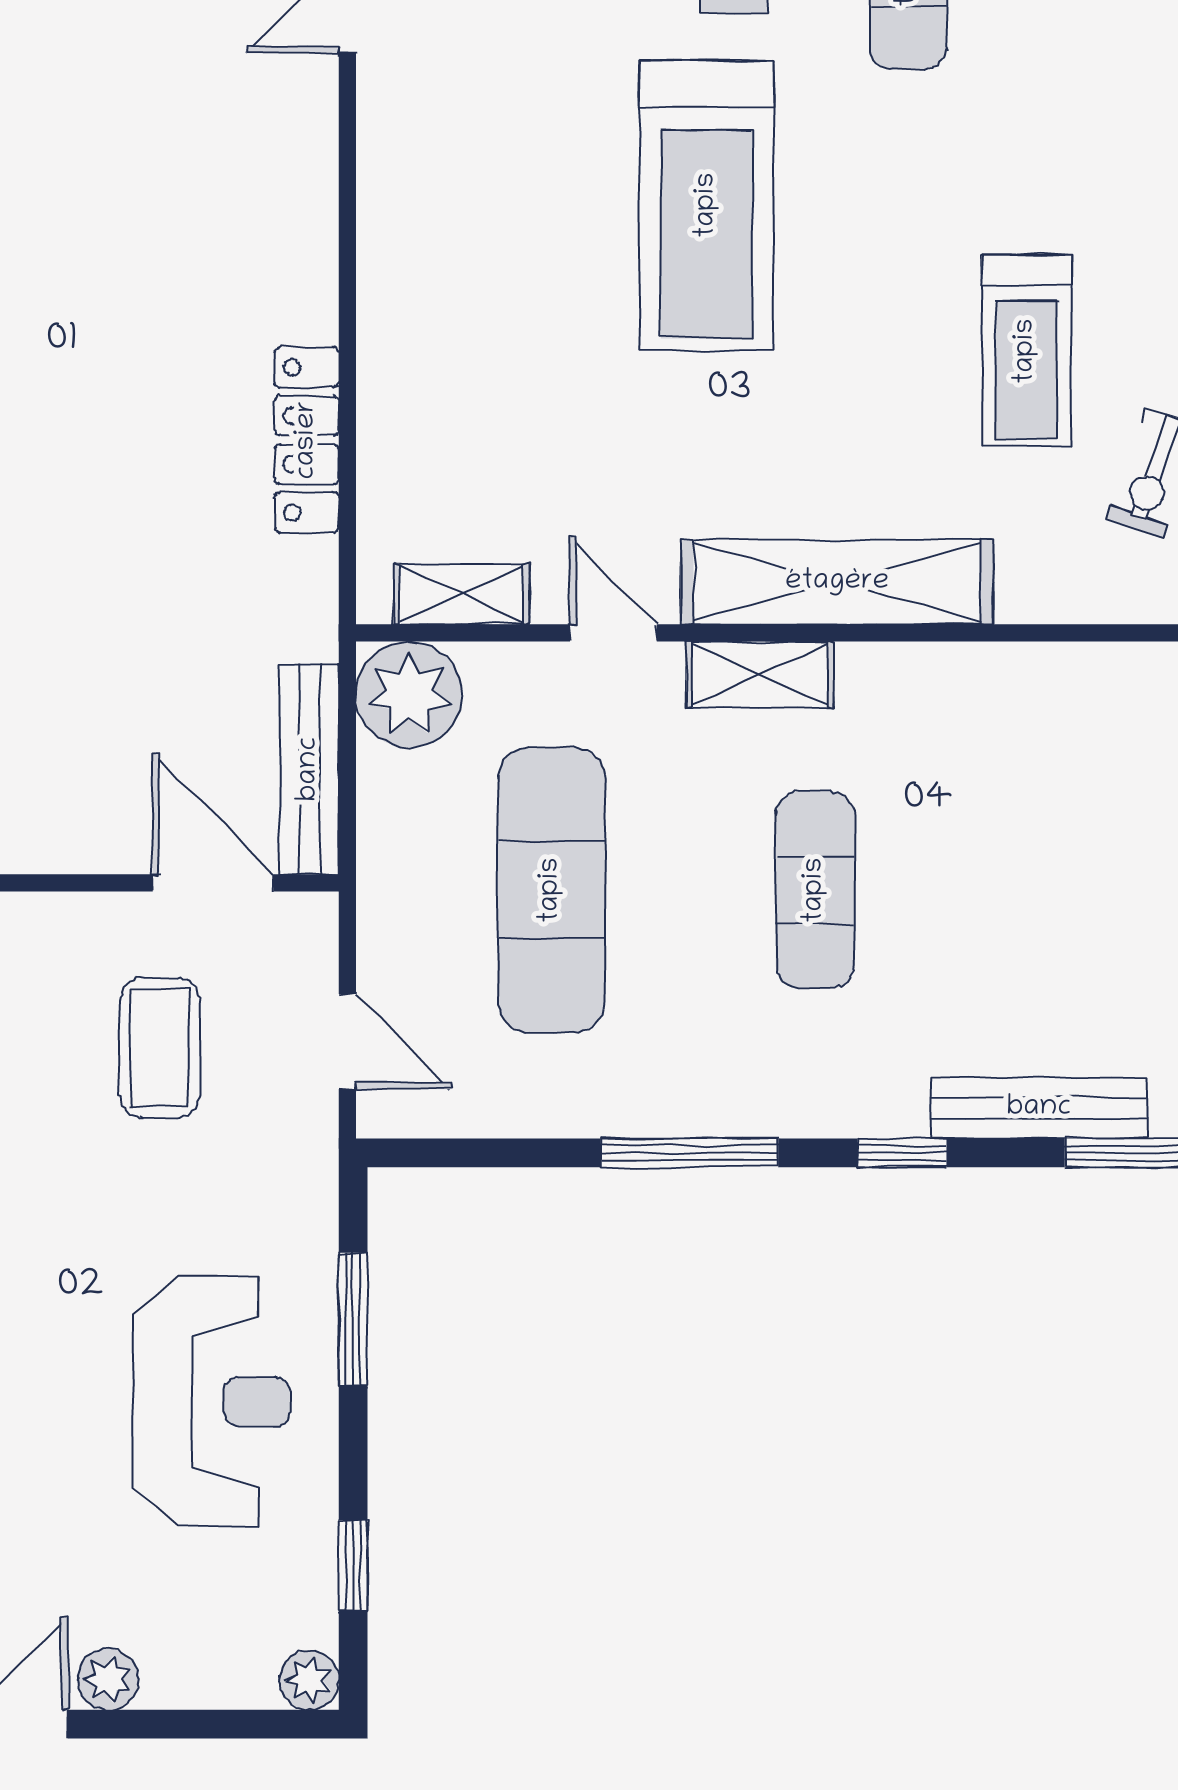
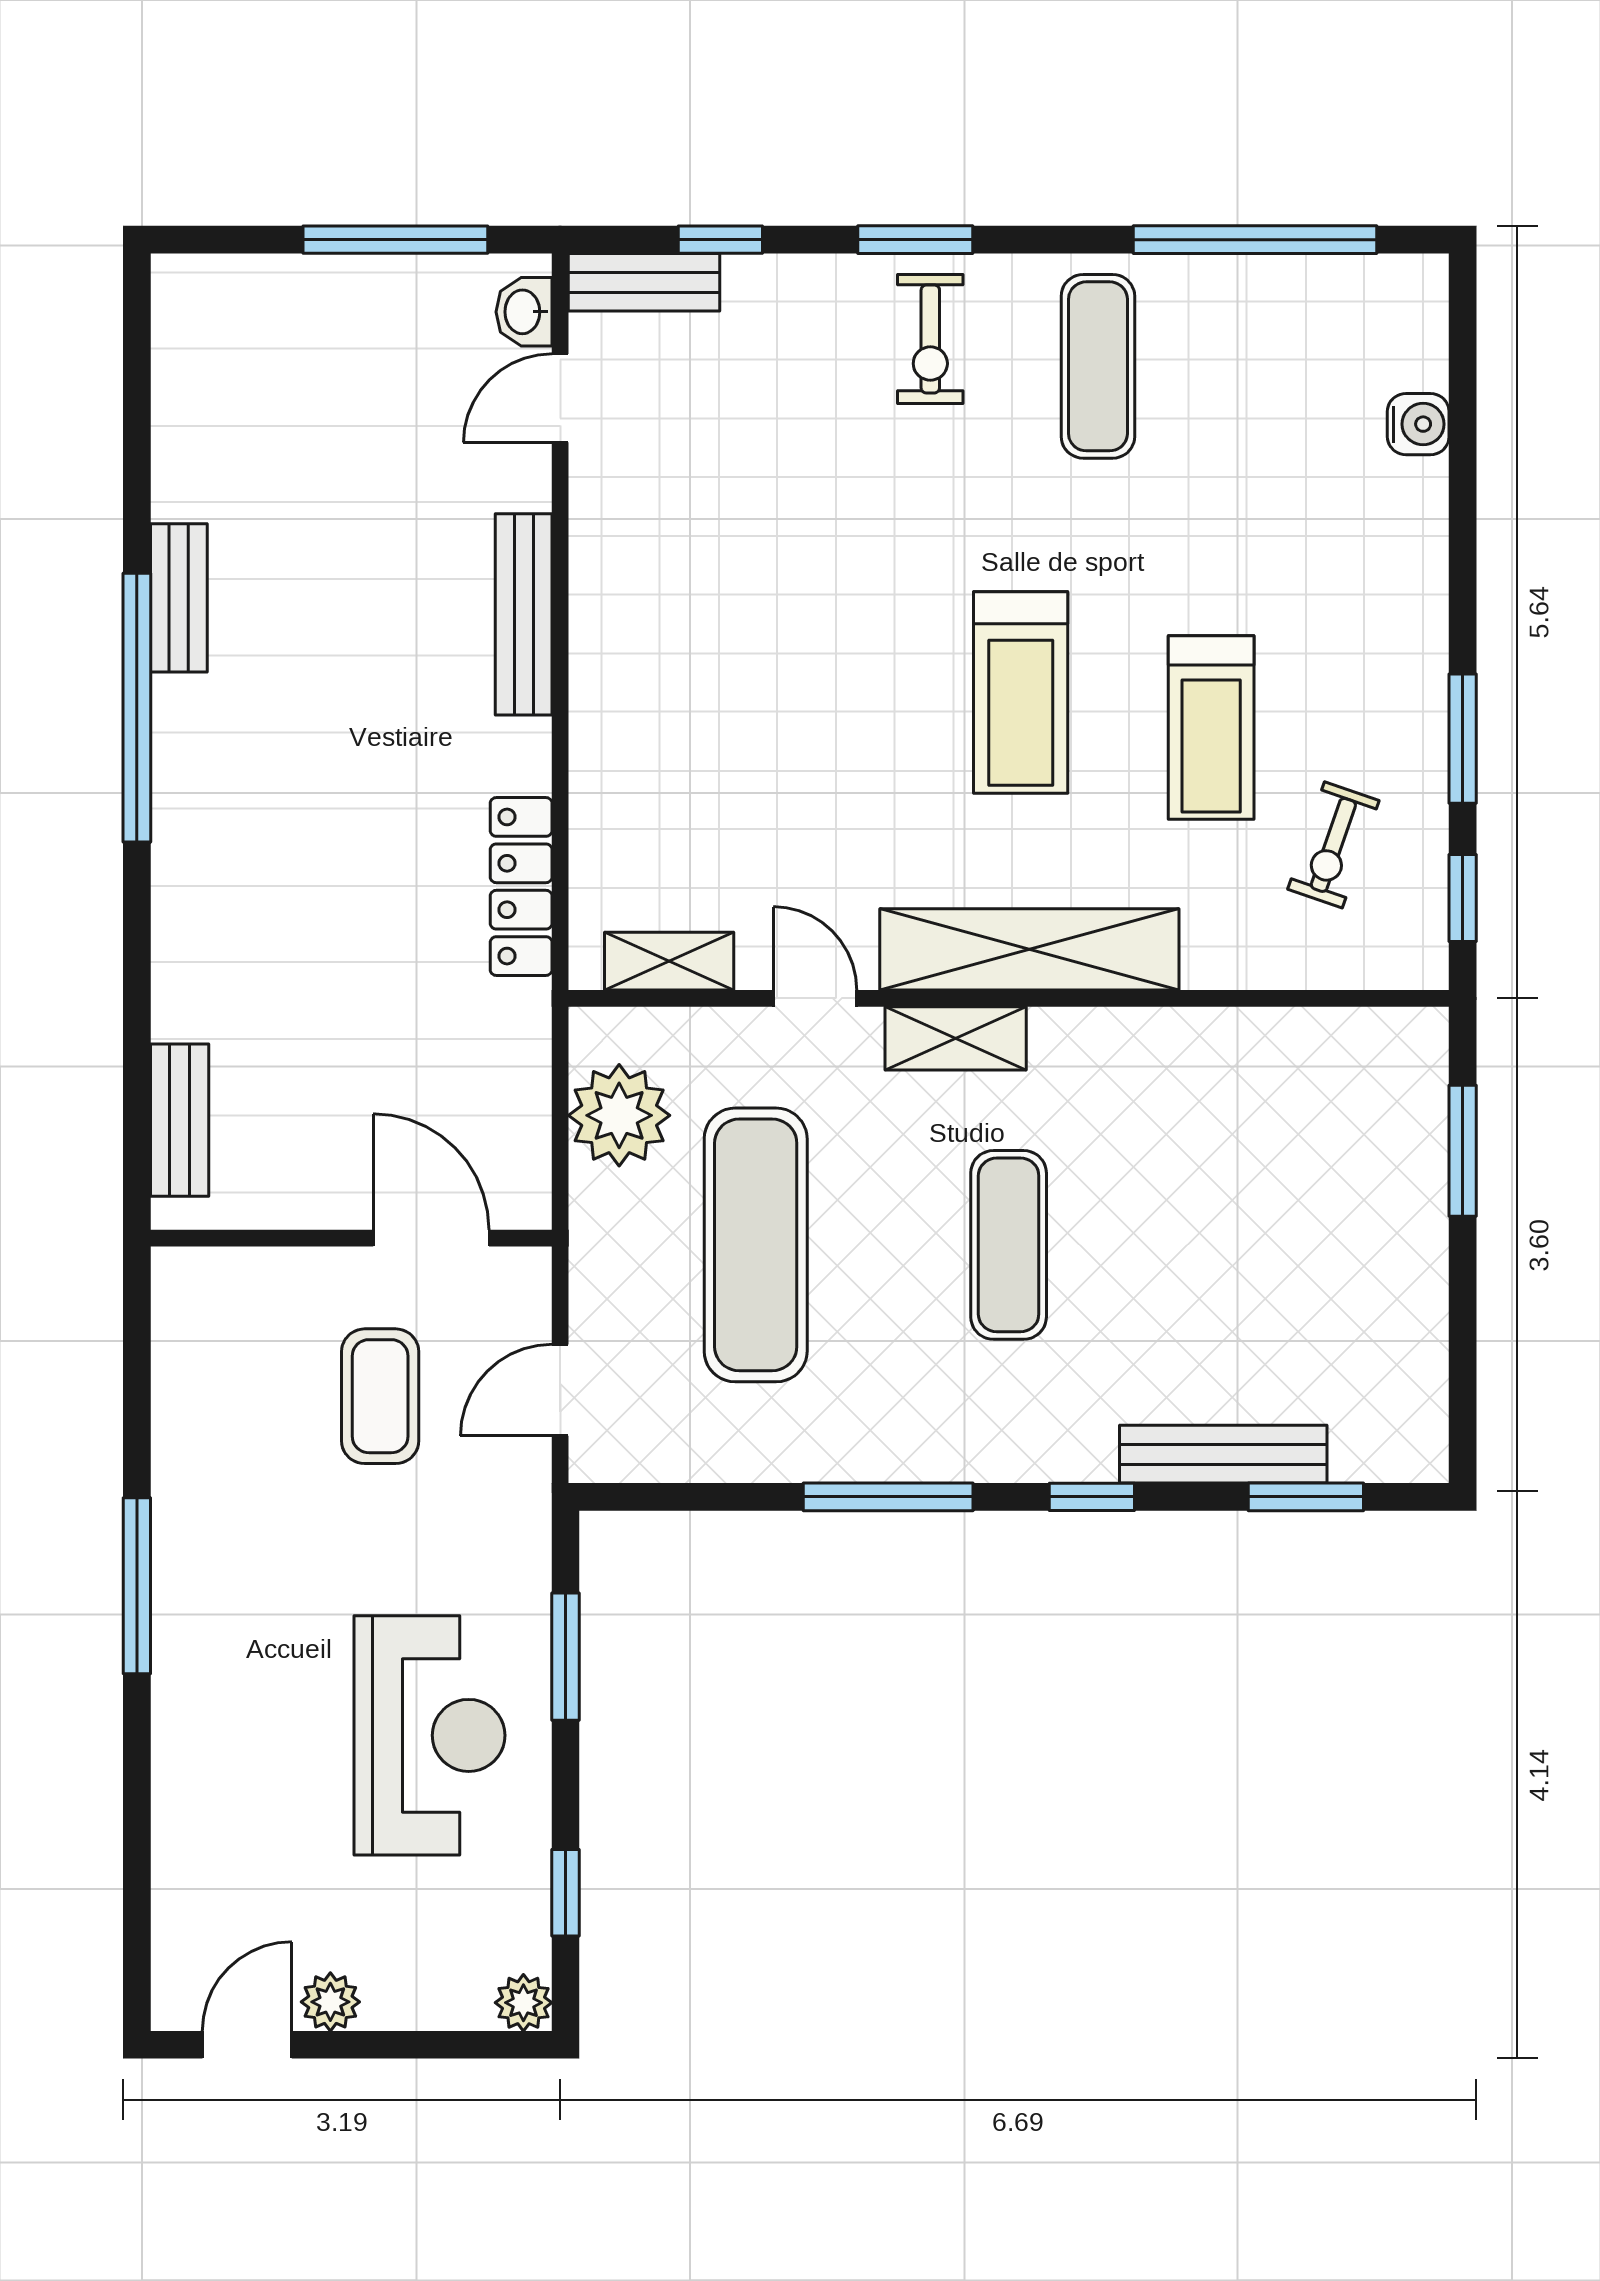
treadmill: (707, 205) -> (1021, 693), moved, width x0.73, depth x0.73
locker: (307, 440) -> (521, 886), moved
plant: (409, 695) -> (619, 1115), moved
bench: (309, 769) -> (524, 614), moved
door: (347, 1041) -> (560, 1390), swing flipped

